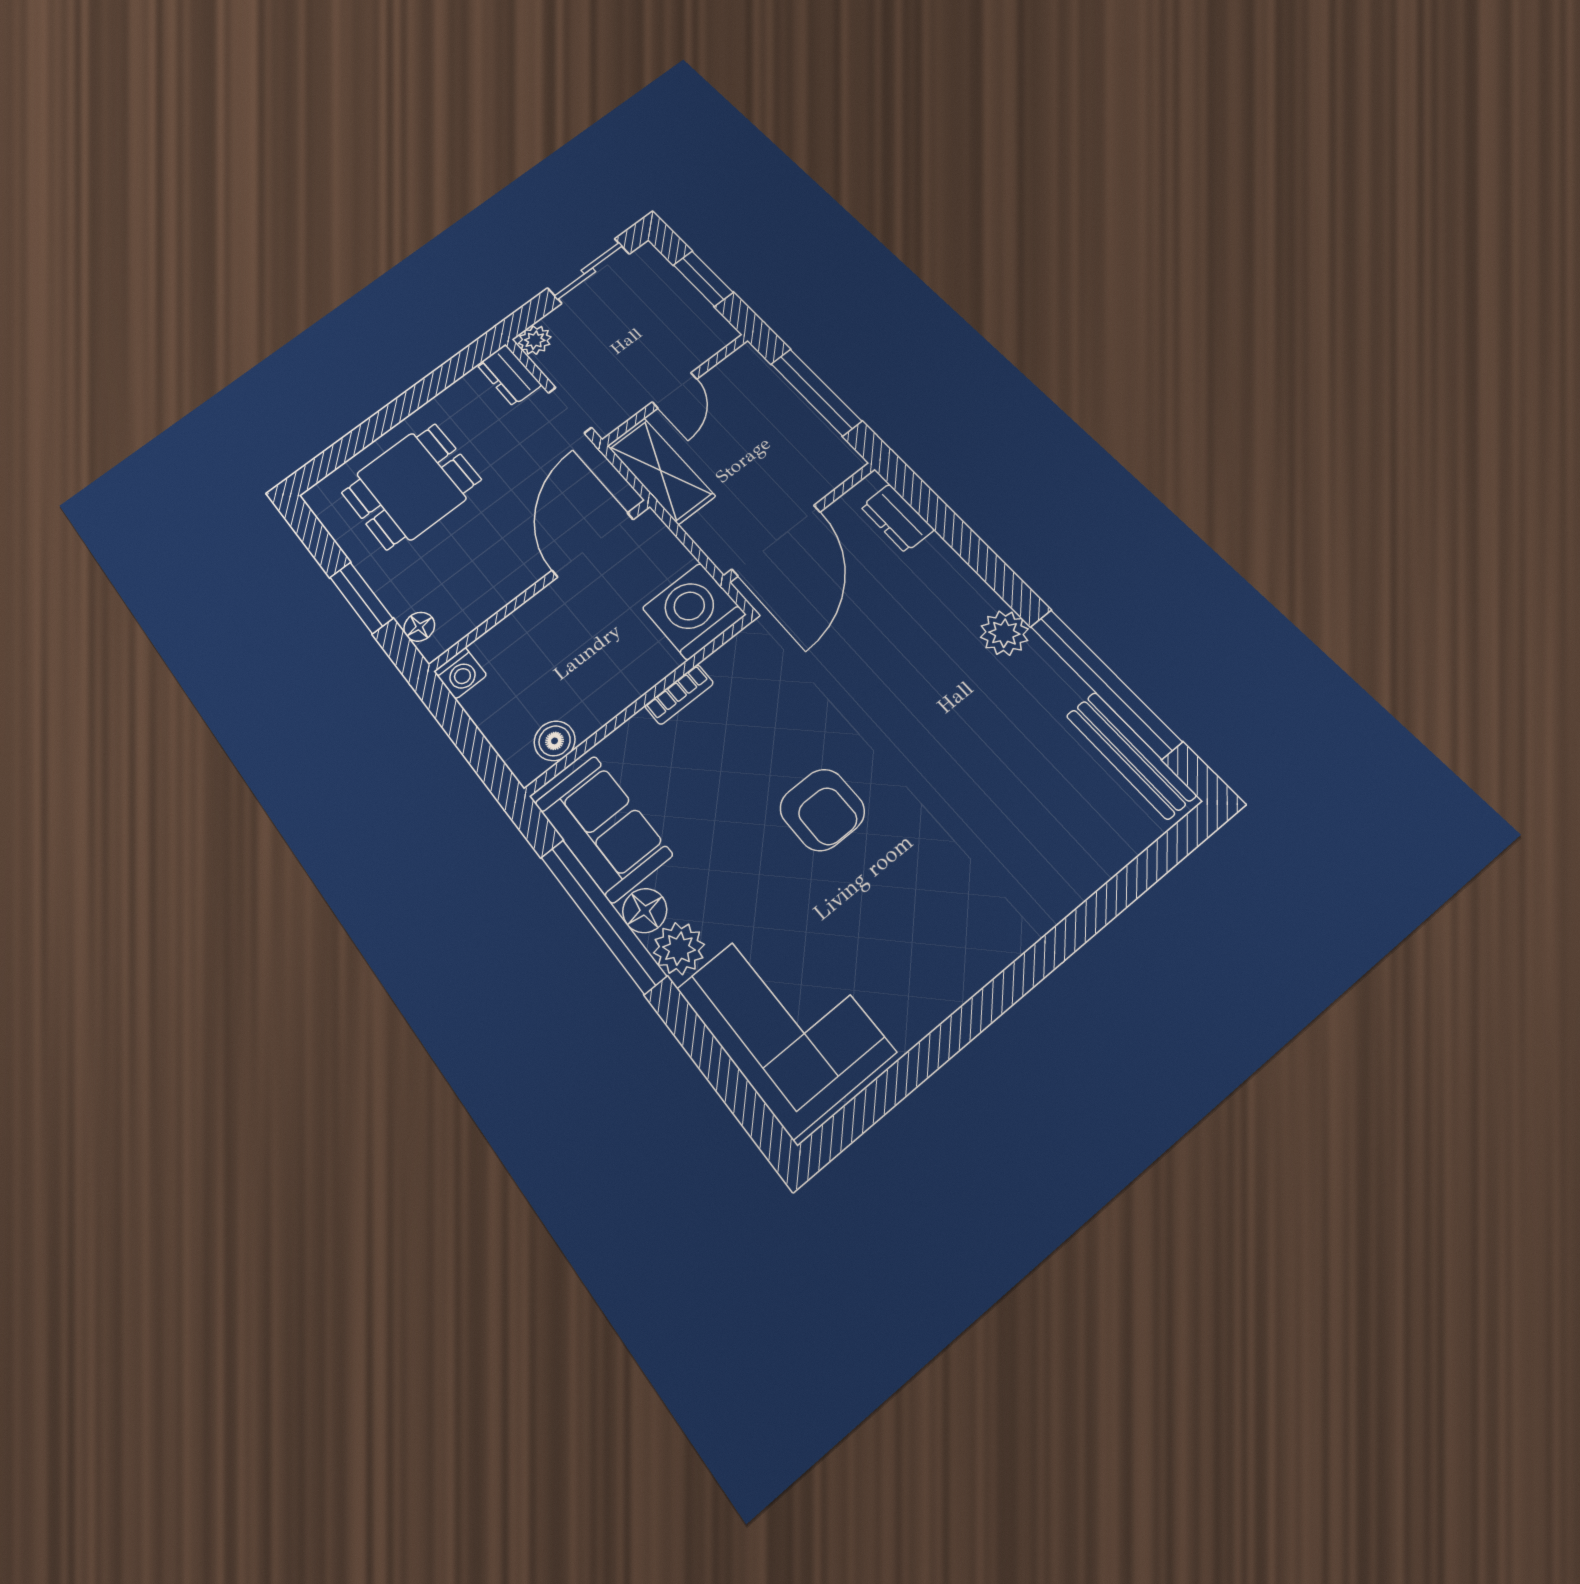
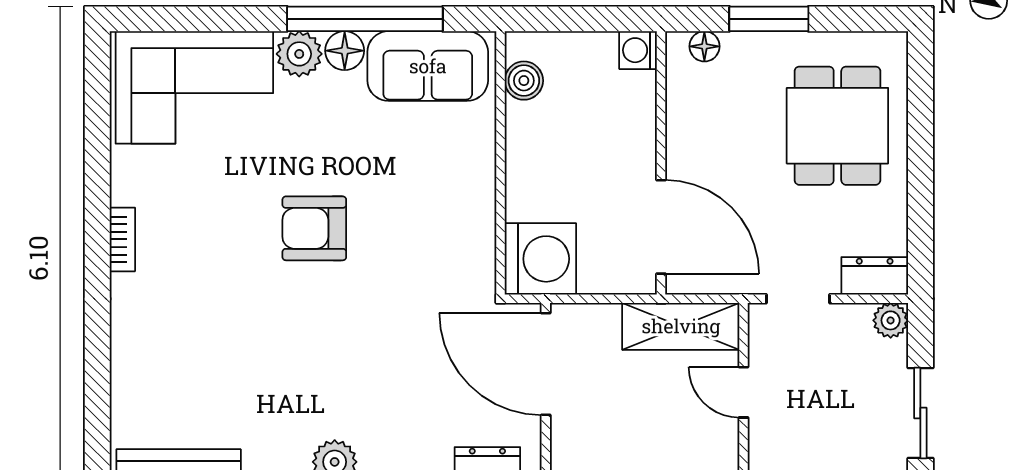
bookcase: (679, 695) -> (122, 239), moved, turned 180

